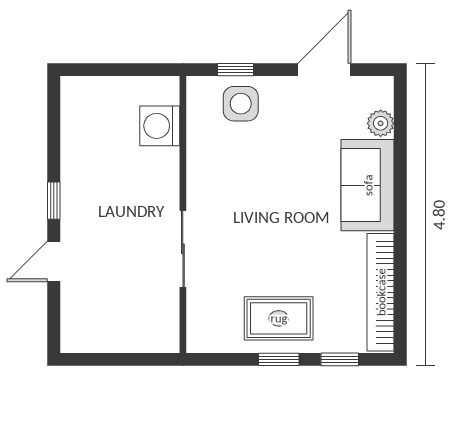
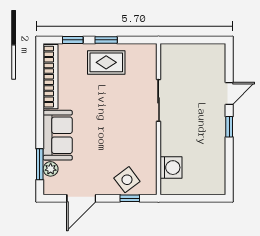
side table: (241, 104) -> (127, 180), turned -37
window: (400, 132) -> (40, 164), added

